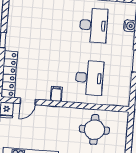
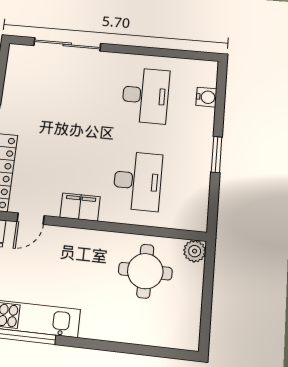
filing cabinet: (56, 94) -> (80, 207), width x2.00
plant: (122, 118) -> (195, 251), added

